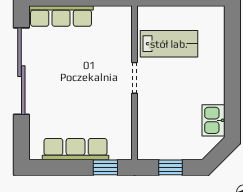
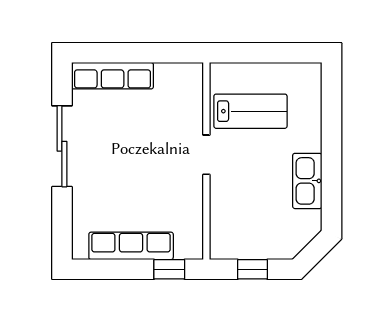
sliding door: (21, 71) -> (62, 146), width x0.73
kitchen sink: (213, 120) -> (307, 181), moved, width x1.38

